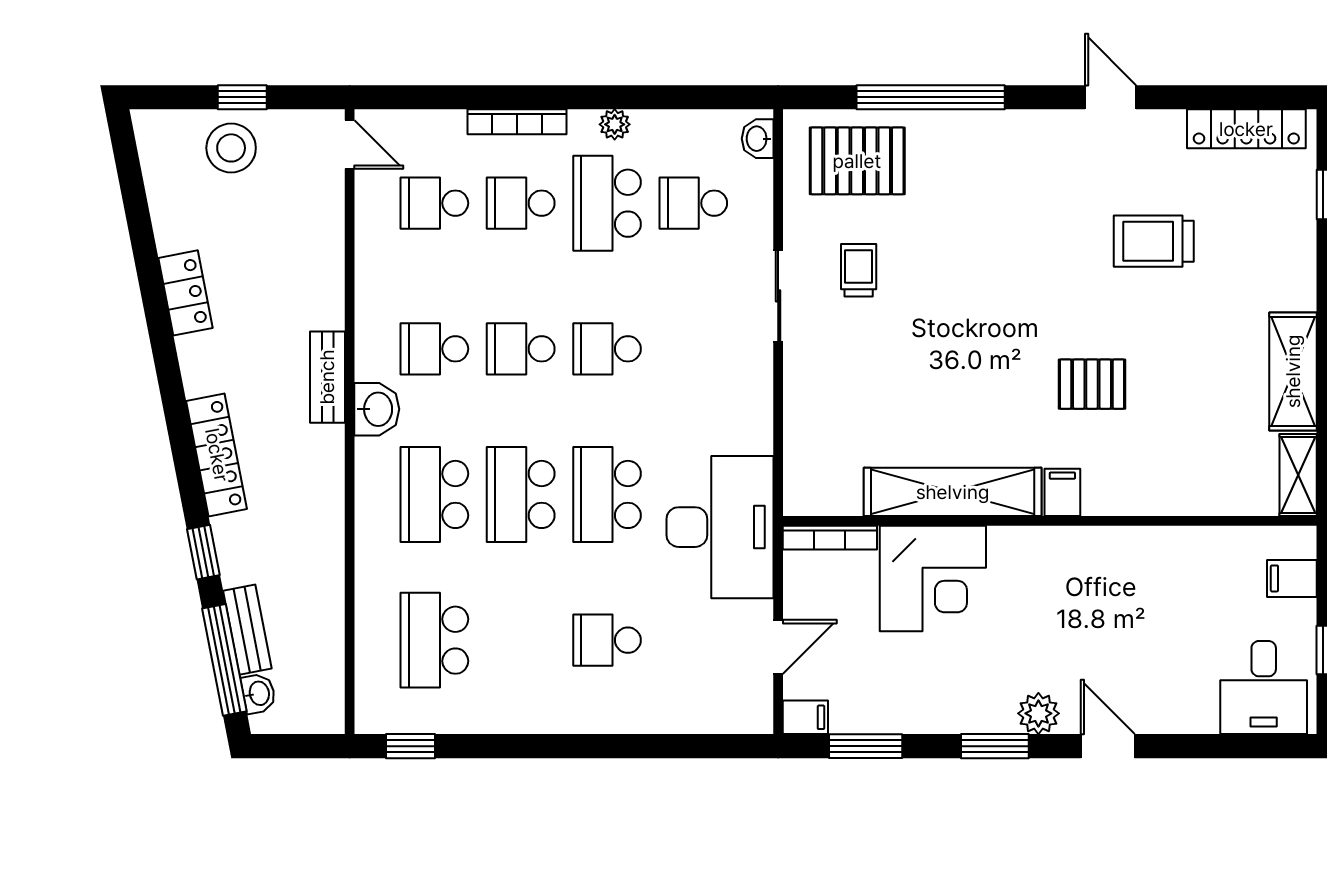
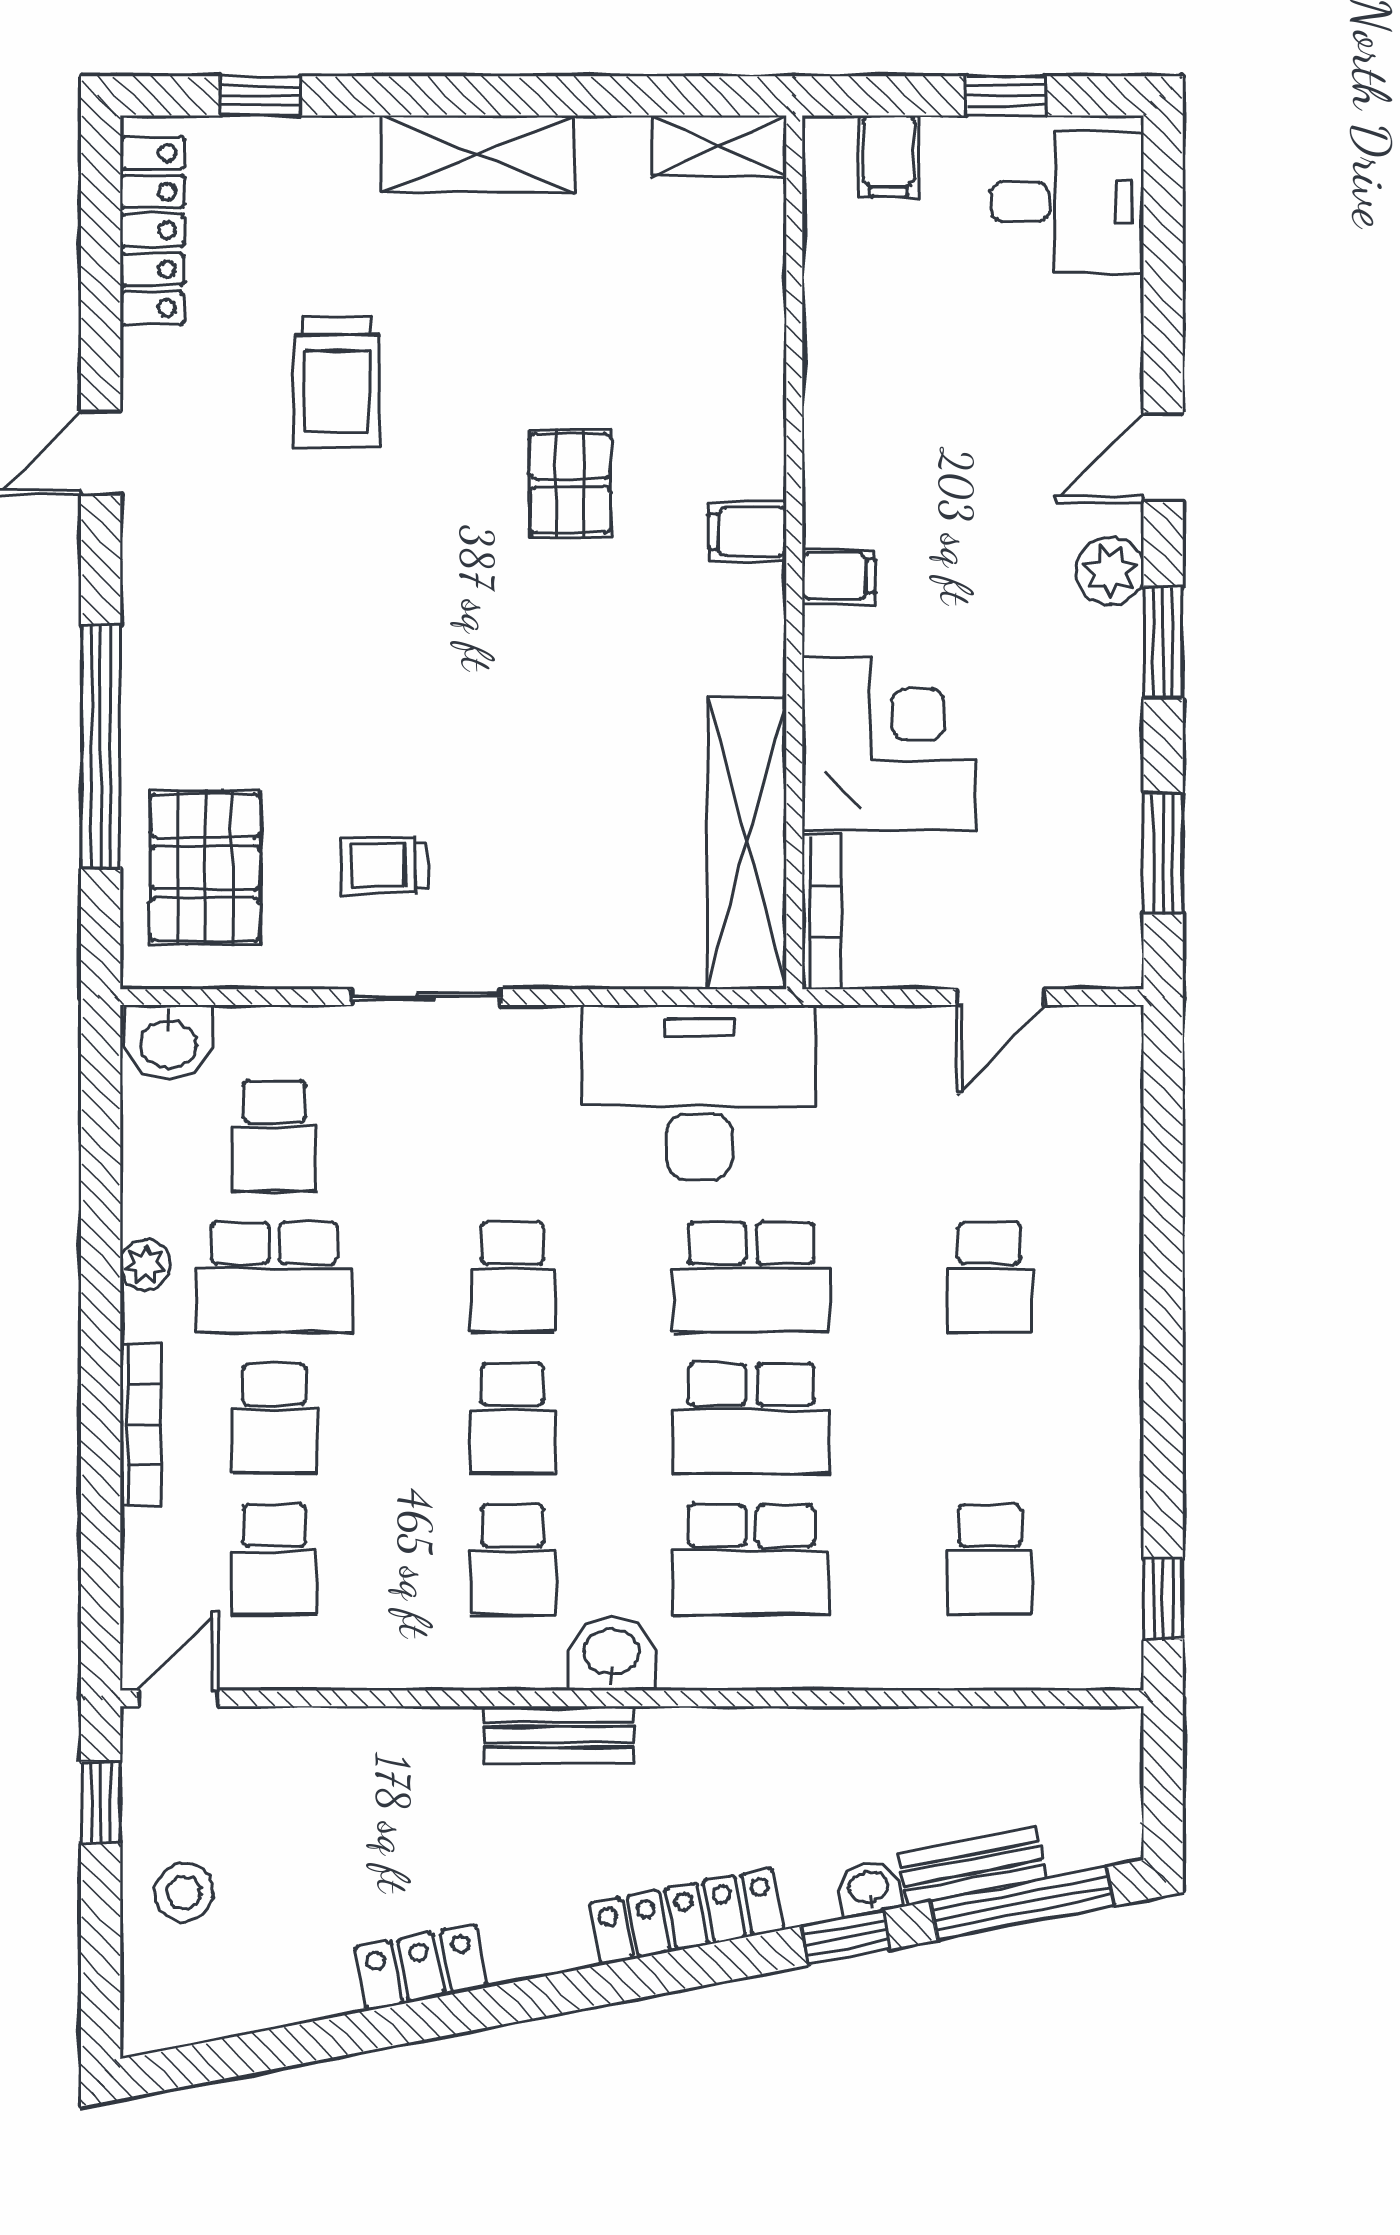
window: (242, 97) -> (101, 1802), moved
washbasin: (758, 139) -> (169, 1042), width x1.38, depth x1.45
stool: (231, 148) -> (184, 1892), width x0.73, depth x0.73
shelving: (1293, 371) -> (477, 154), moved
shelving: (953, 492) -> (747, 843), moved
desk: (720, 527) -> (699, 1092), moved
school desk: (434, 640) -> (990, 1560), width x0.54
door: (778, 647) -> (1001, 997), swing flipped
washbasin: (258, 693) -> (869, 1888), moved
filing cabinet: (805, 717) -> (839, 576), moved, turned 90

